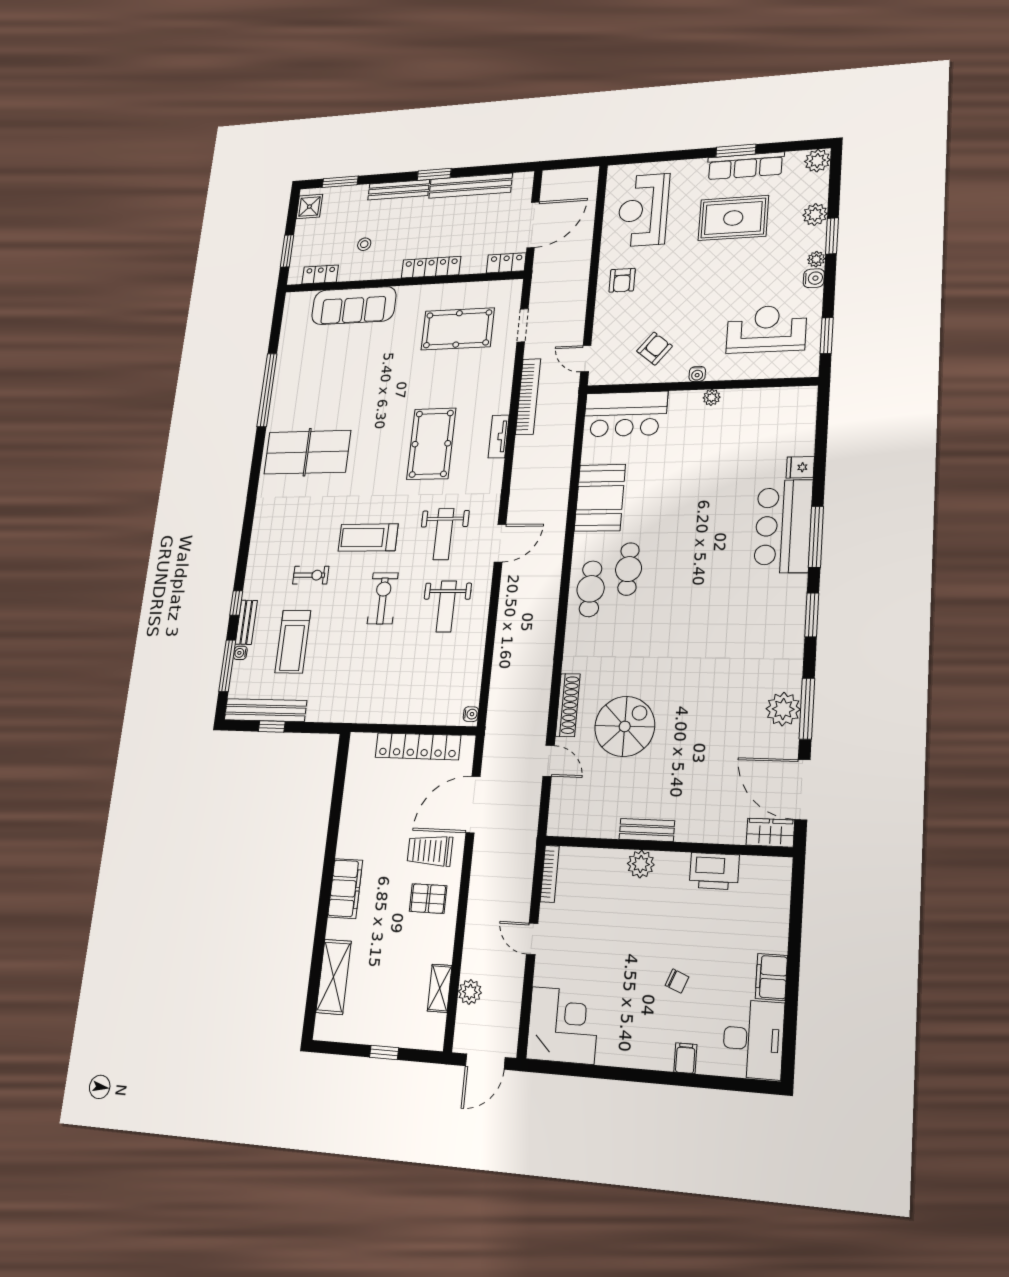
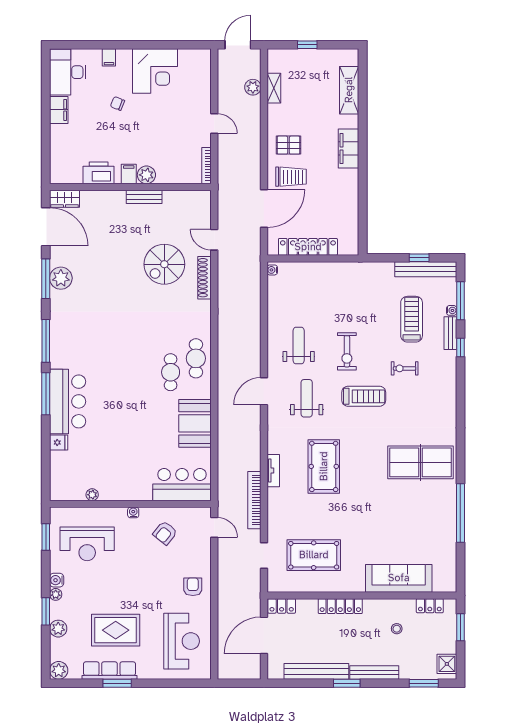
plant: (712, 397) -> (92, 495), moved
window: (812, 615) -> (46, 341), width x1.44
filing cabinet: (668, 867) -> (129, 174), added
corner desk: (563, 1025) -> (155, 71), moved, turned -90

